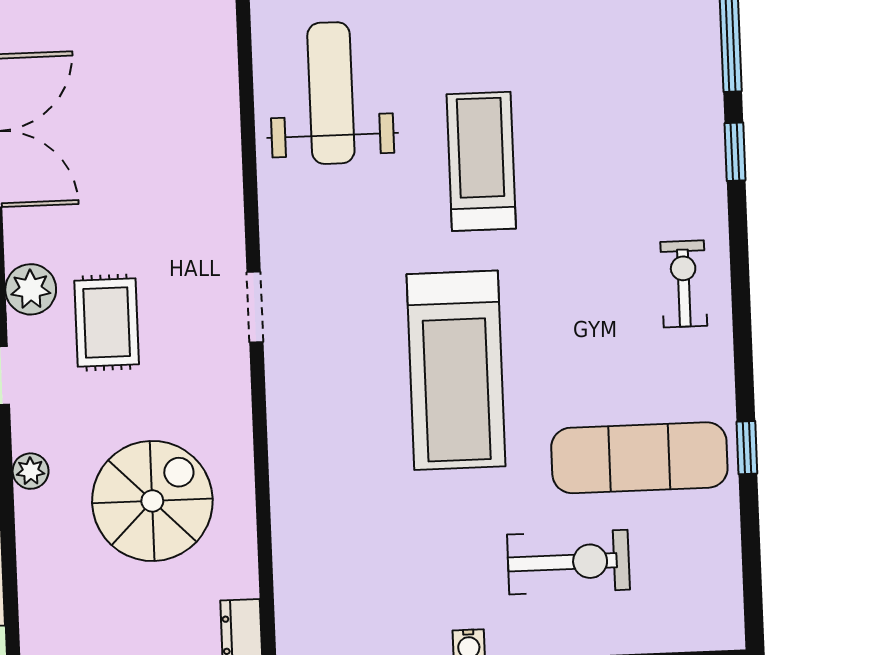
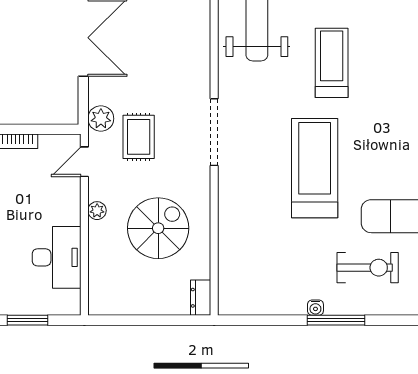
doorway: (255, 307) -> (214, 132), width x1.87
treadmill: (456, 370) -> (315, 168), turned 180

